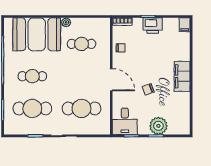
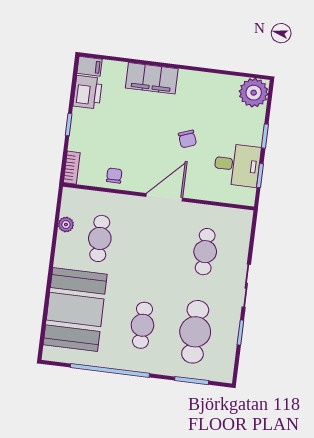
plant: (66, 22) -> (66, 224), moved
printer: (153, 26) -> (88, 92), moved
filing cabinet: (182, 76) -> (152, 78), moved
cafe table: (82, 108) -> (205, 252), width x0.73, depth x0.74
desk: (125, 121) -> (237, 165), moved
plant: (158, 126) -> (254, 93), moved

